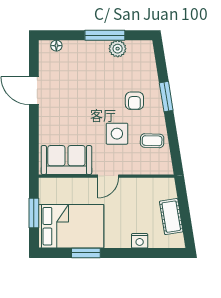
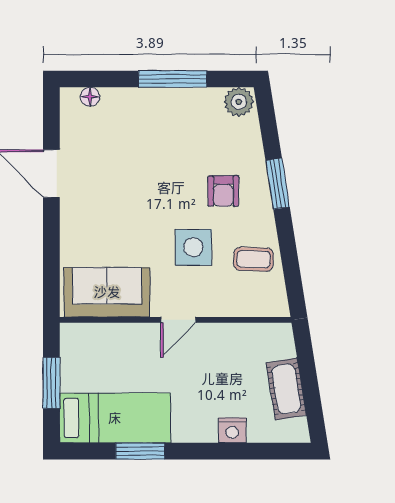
plant: (118, 49) -> (239, 102), moved
bed: (71, 226) -> (115, 418), width x0.67

